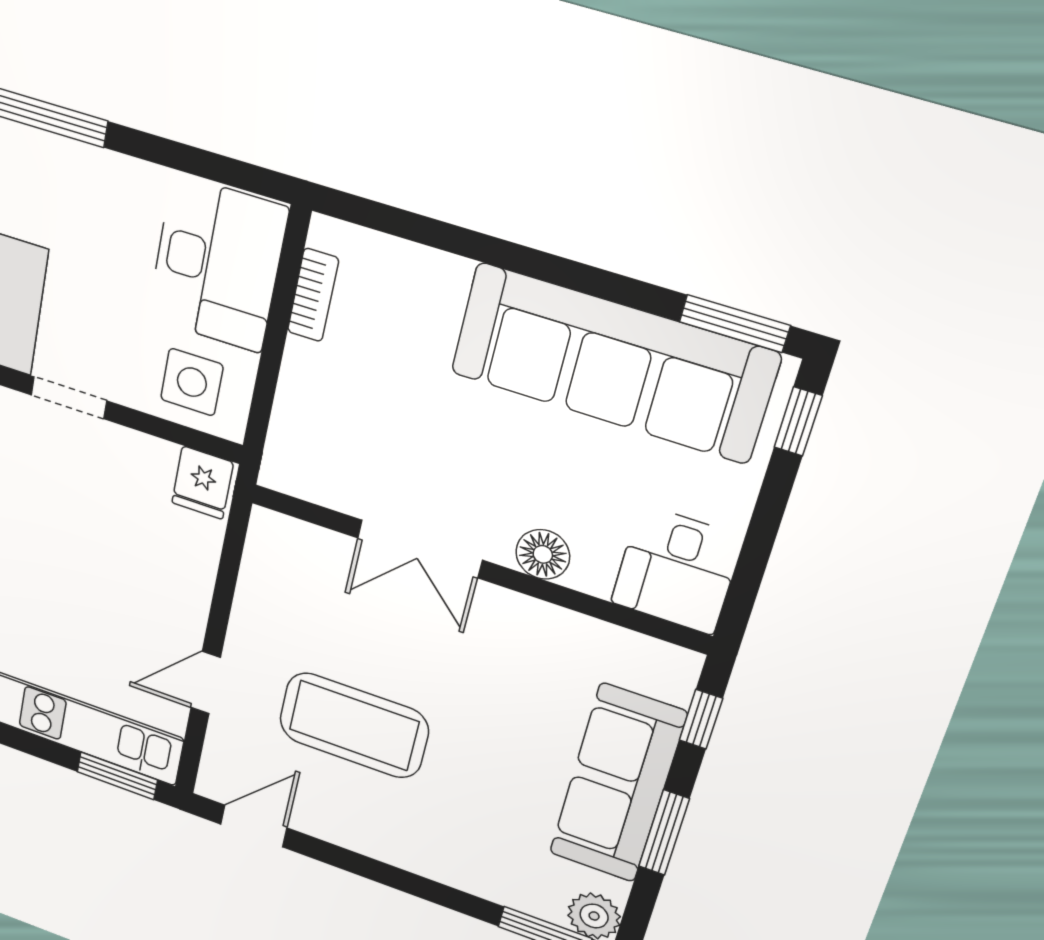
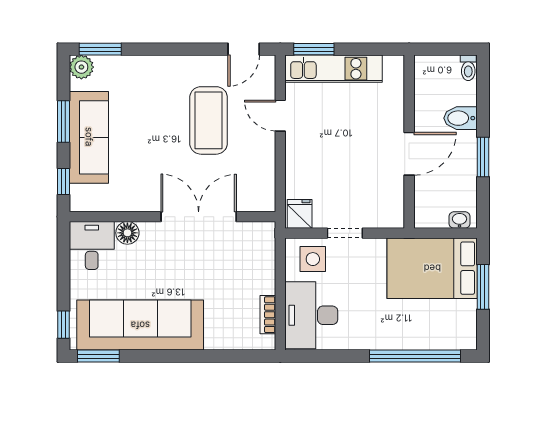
doorway: (69, 398) -> (345, 233), moved
double door: (420, 549) -> (199, 217), width x1.37
floor lamp: (543, 554) -> (127, 233), moved
door: (206, 683) -> (280, 116), swing flipped
coffee table: (354, 725) -> (209, 120), turned 90

